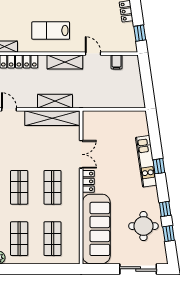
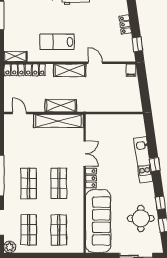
filing cabinet: (117, 62) -> (131, 70), moved

